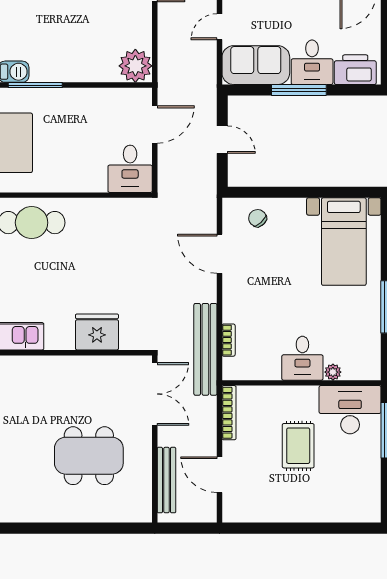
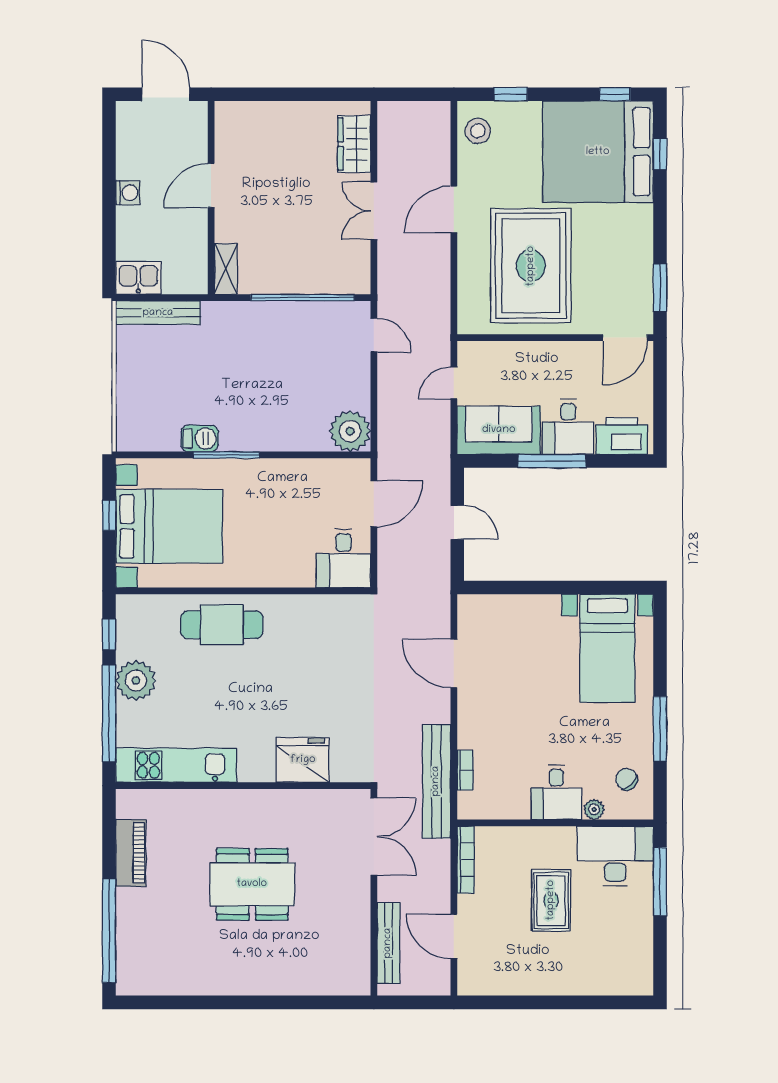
chair: (258, 218) -> (627, 779), moved
dining table: (89, 456) -> (252, 884), moved

